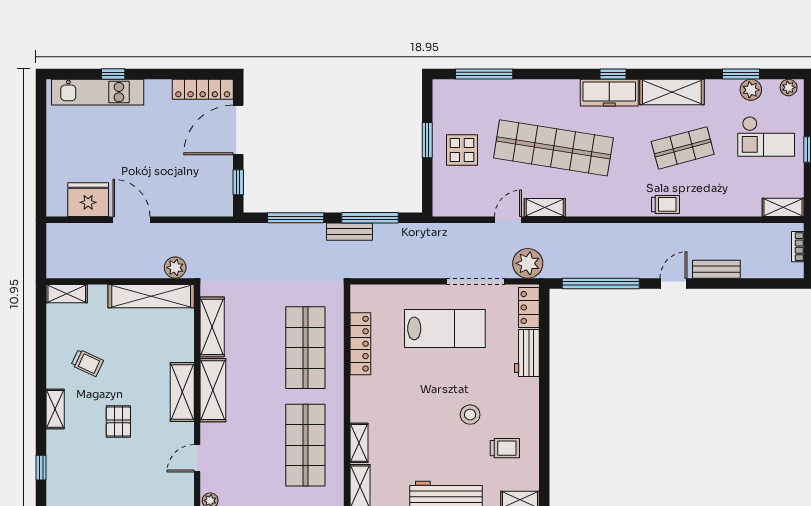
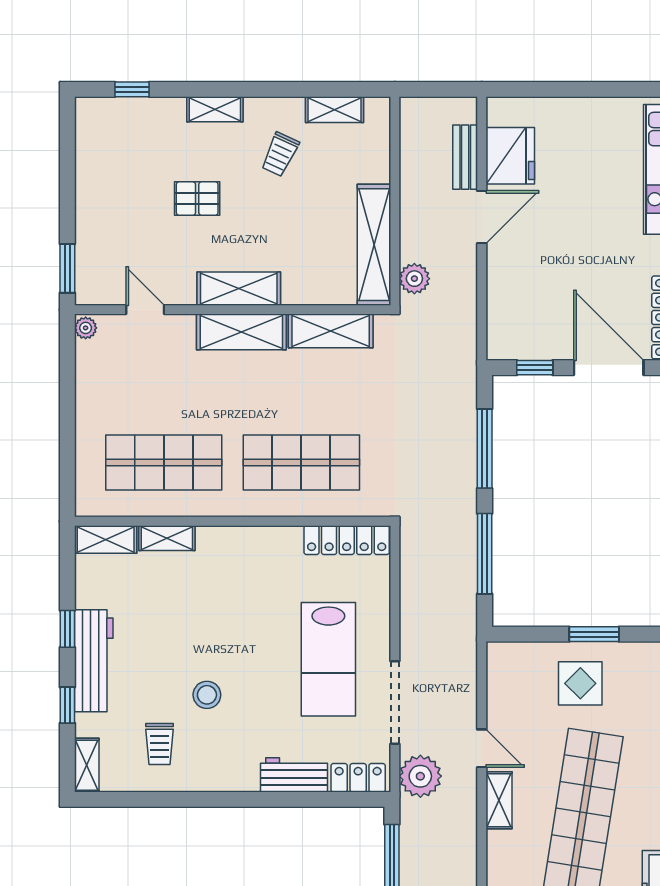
bench: (350, 232) -> (465, 157), moved
shelving: (67, 294) -> (334, 110), moved, turned 90
locker: (360, 344) -> (347, 540), moved

